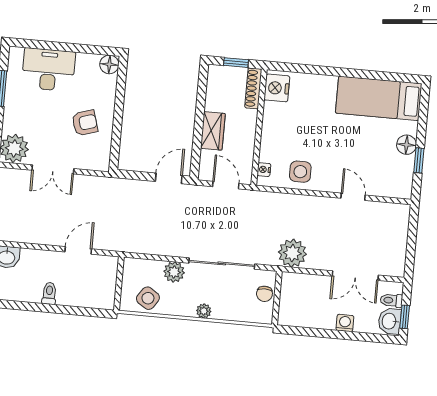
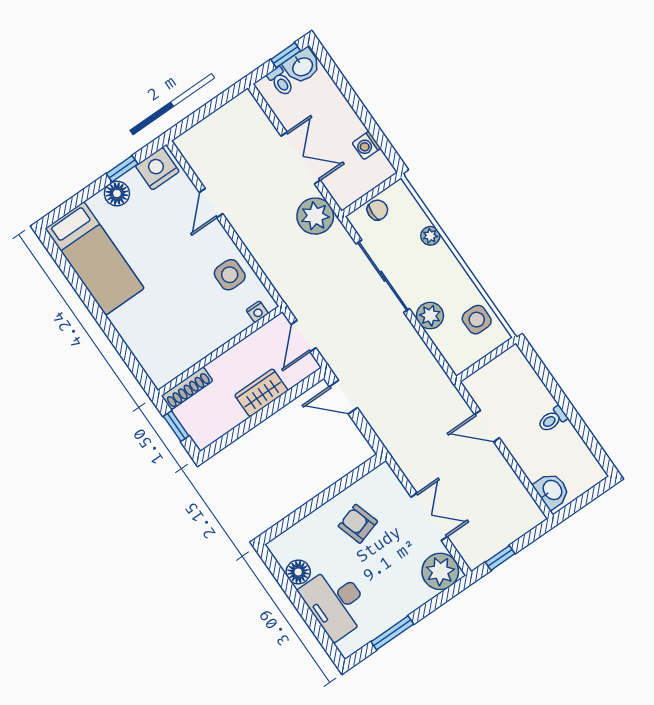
floor lamp: (109, 64) -> (298, 572), moved
nightstand: (277, 88) -> (157, 169), moved, turned 180
double door: (355, 276) -> (301, 158), moved
side table: (148, 298) -> (477, 320), turned -34
plant: (204, 311) -> (430, 236), moved
washing machine: (345, 323) -> (366, 146), moved

